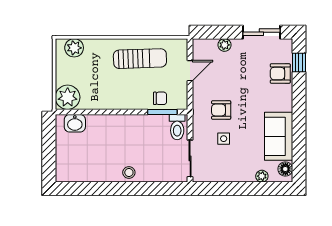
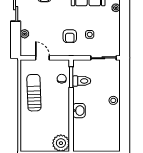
plant: (74, 48) -> (26, 139), removed
washbasin: (75, 123) -> (79, 111), moved
toilet: (177, 127) -> (82, 81), moved

